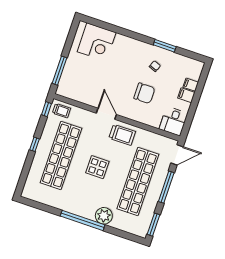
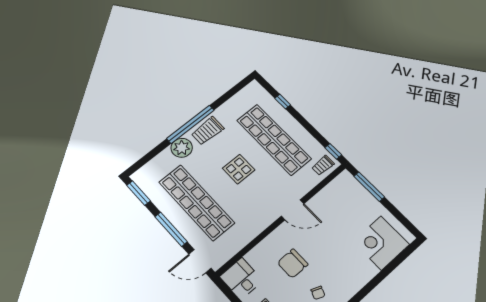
trolley: (122, 135) -> (208, 131), moved
window: (35, 144) -> (283, 102), moved
door: (177, 155) -> (200, 261), hinge flipped

